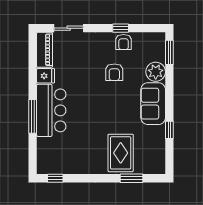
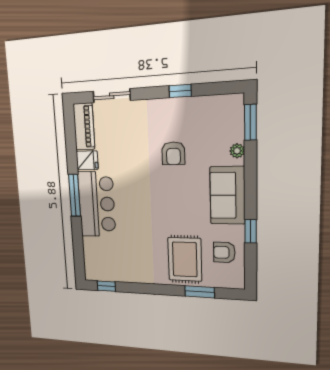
armchair: (124, 42) -> (224, 252), moved, turned 90
plant: (156, 72) -> (237, 151), width x0.53, depth x0.53
window: (33, 116) -> (75, 195), moved

